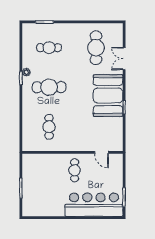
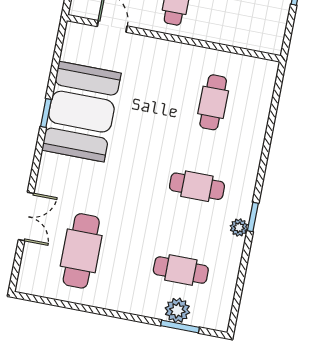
plant: (47, 29) -> (177, 310), added
cafe table: (49, 87) -> (197, 186), width x0.73, depth x0.74
booth: (108, 96) -> (81, 112), moved

